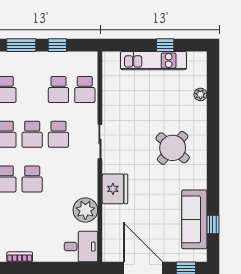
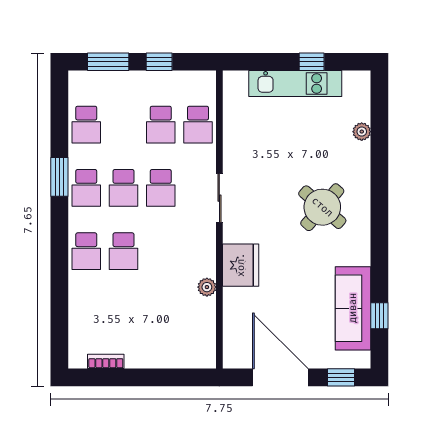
plant: (85, 210) -> (207, 287), width x0.53, depth x0.53
desk: (81, 247) -> (193, 347), removed

